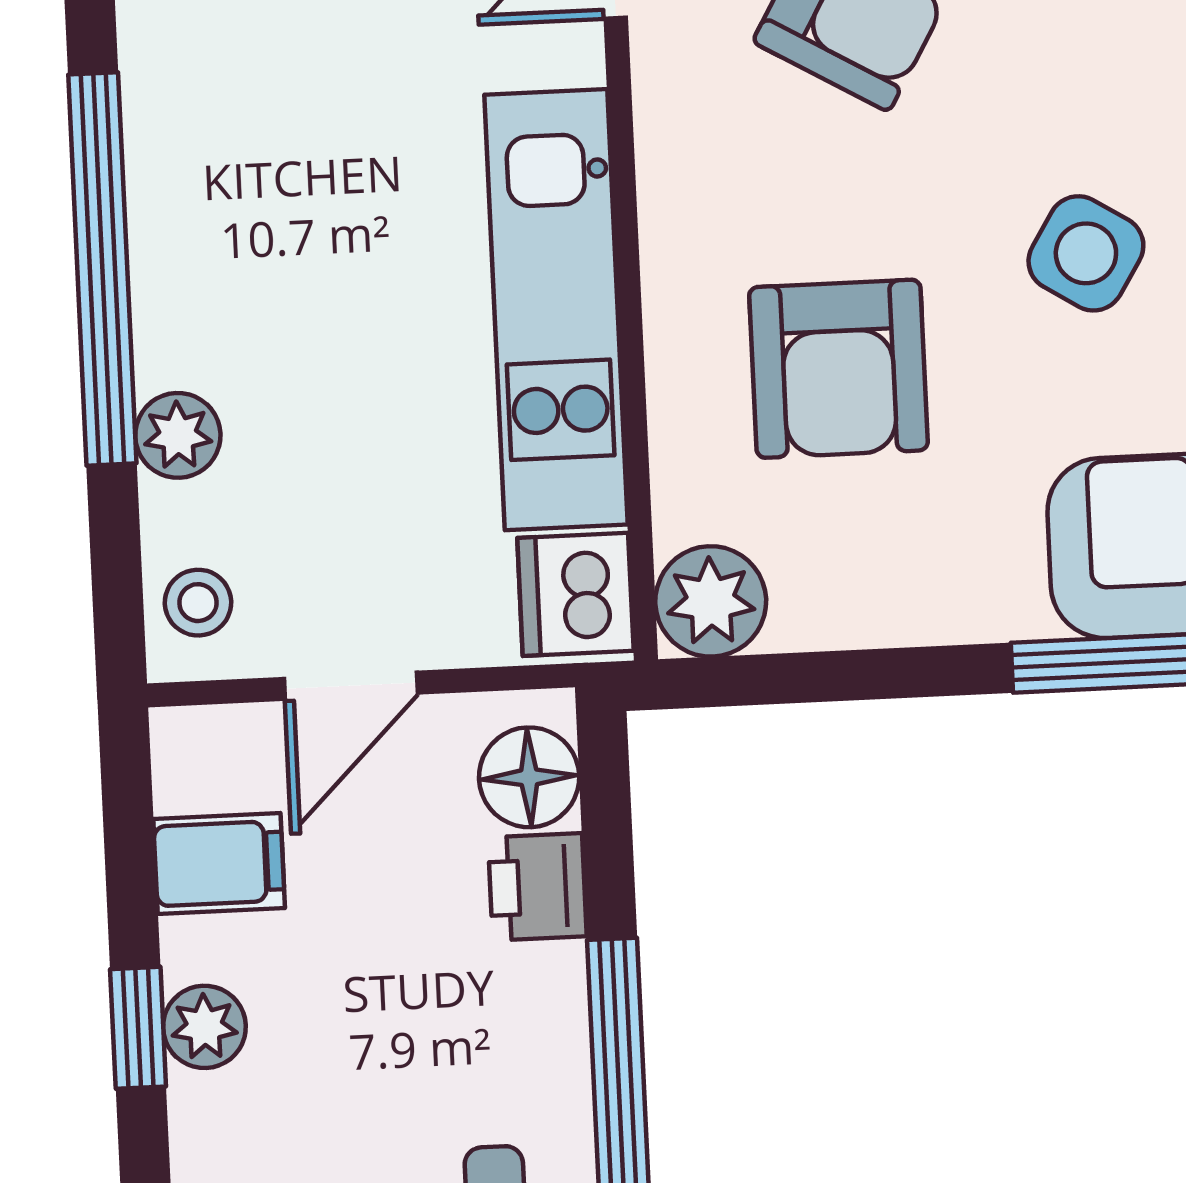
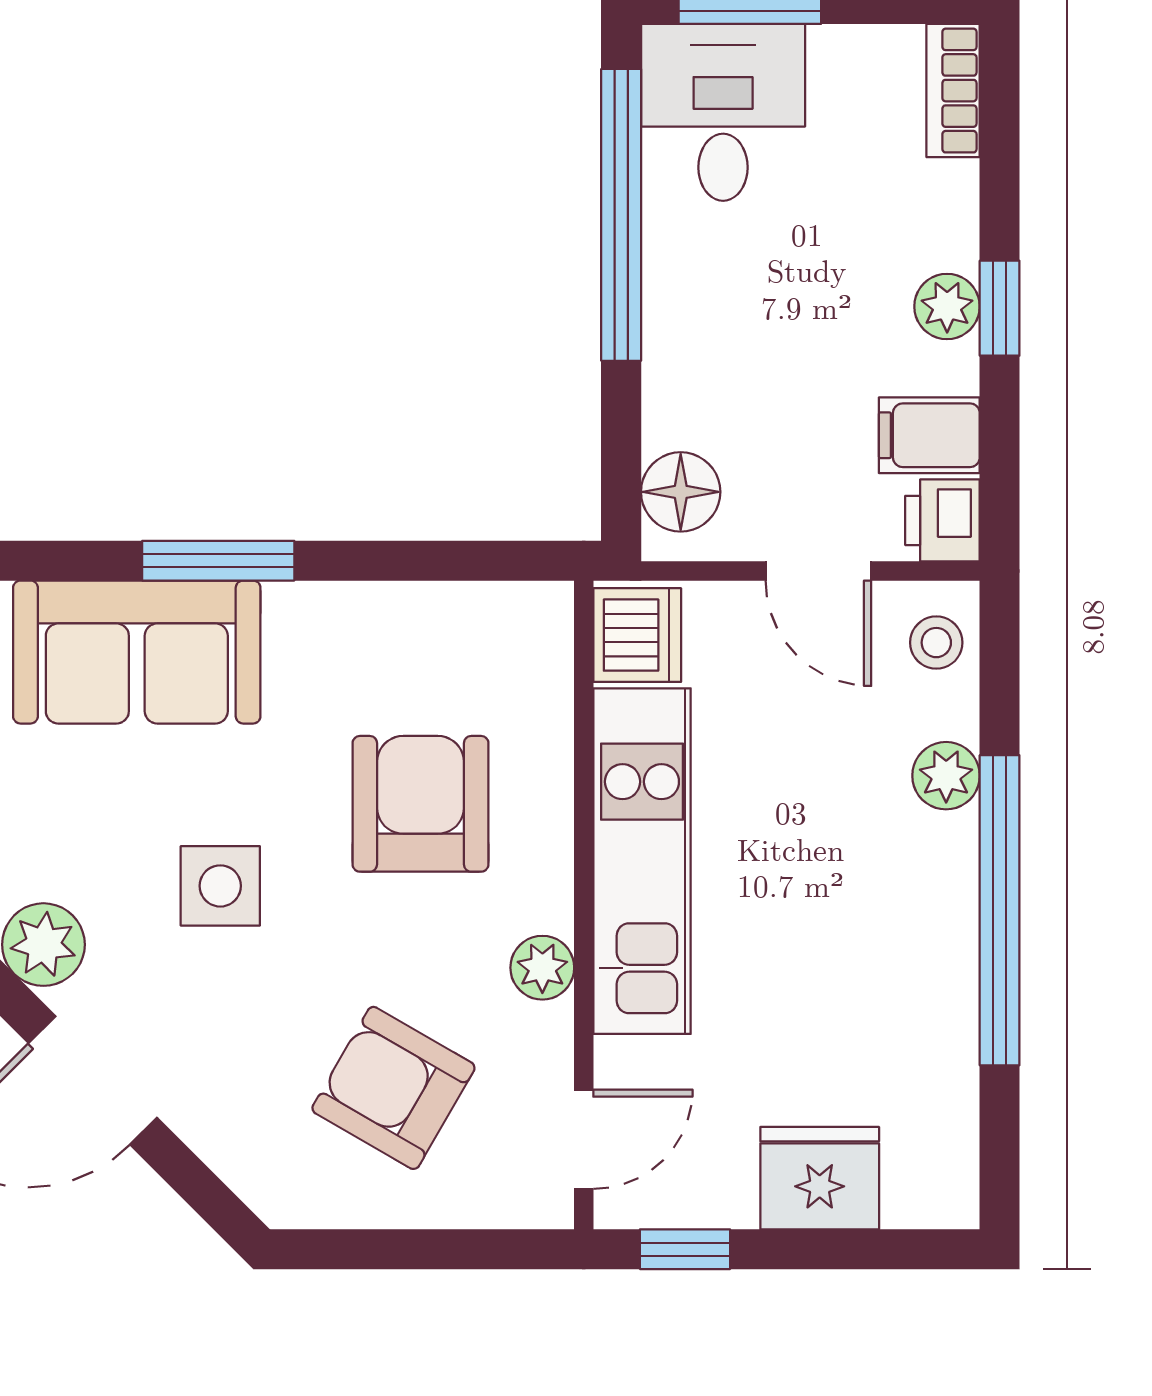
side table: (1086, 253) -> (220, 886), turned -32
plant: (711, 601) -> (542, 968), moved, width x0.73, depth x0.73
door: (351, 686) -> (818, 571), swing flipped
printer: (537, 887) -> (942, 520), moved, turned 180

